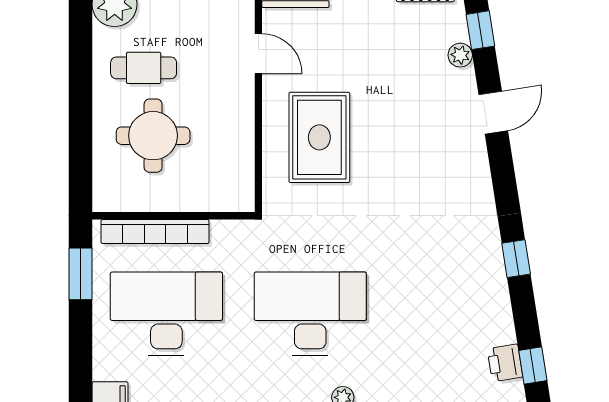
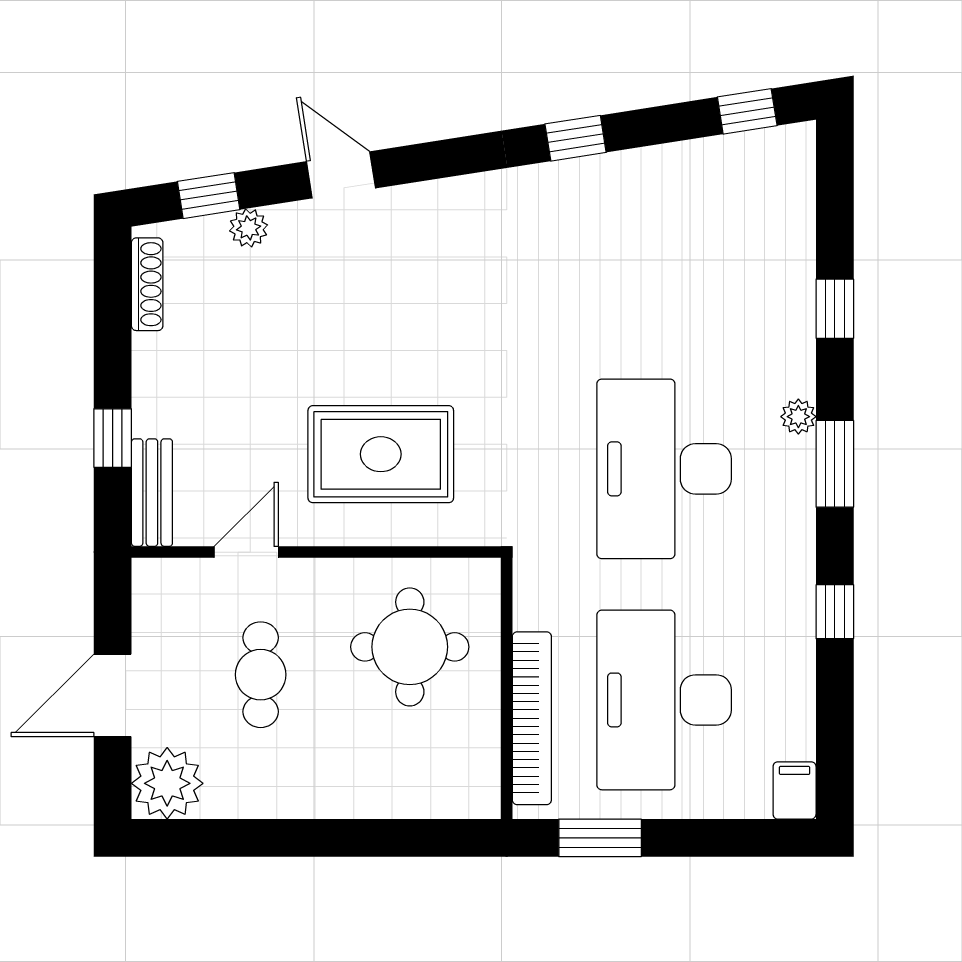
cafe table: (144, 68) -> (261, 675), moved
round table: (153, 136) -> (410, 647), moved
printer: (505, 363) -> (743, 156), removed

